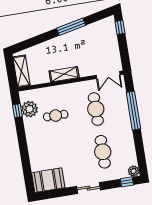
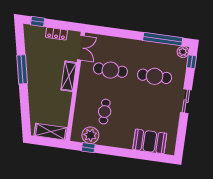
locker: (114, 48) -> (56, 34), added
shelving: (64, 74) -> (69, 76), moved
window: (133, 111) -> (163, 39), moved
booth: (48, 180) -> (150, 141), moved, turned 90

